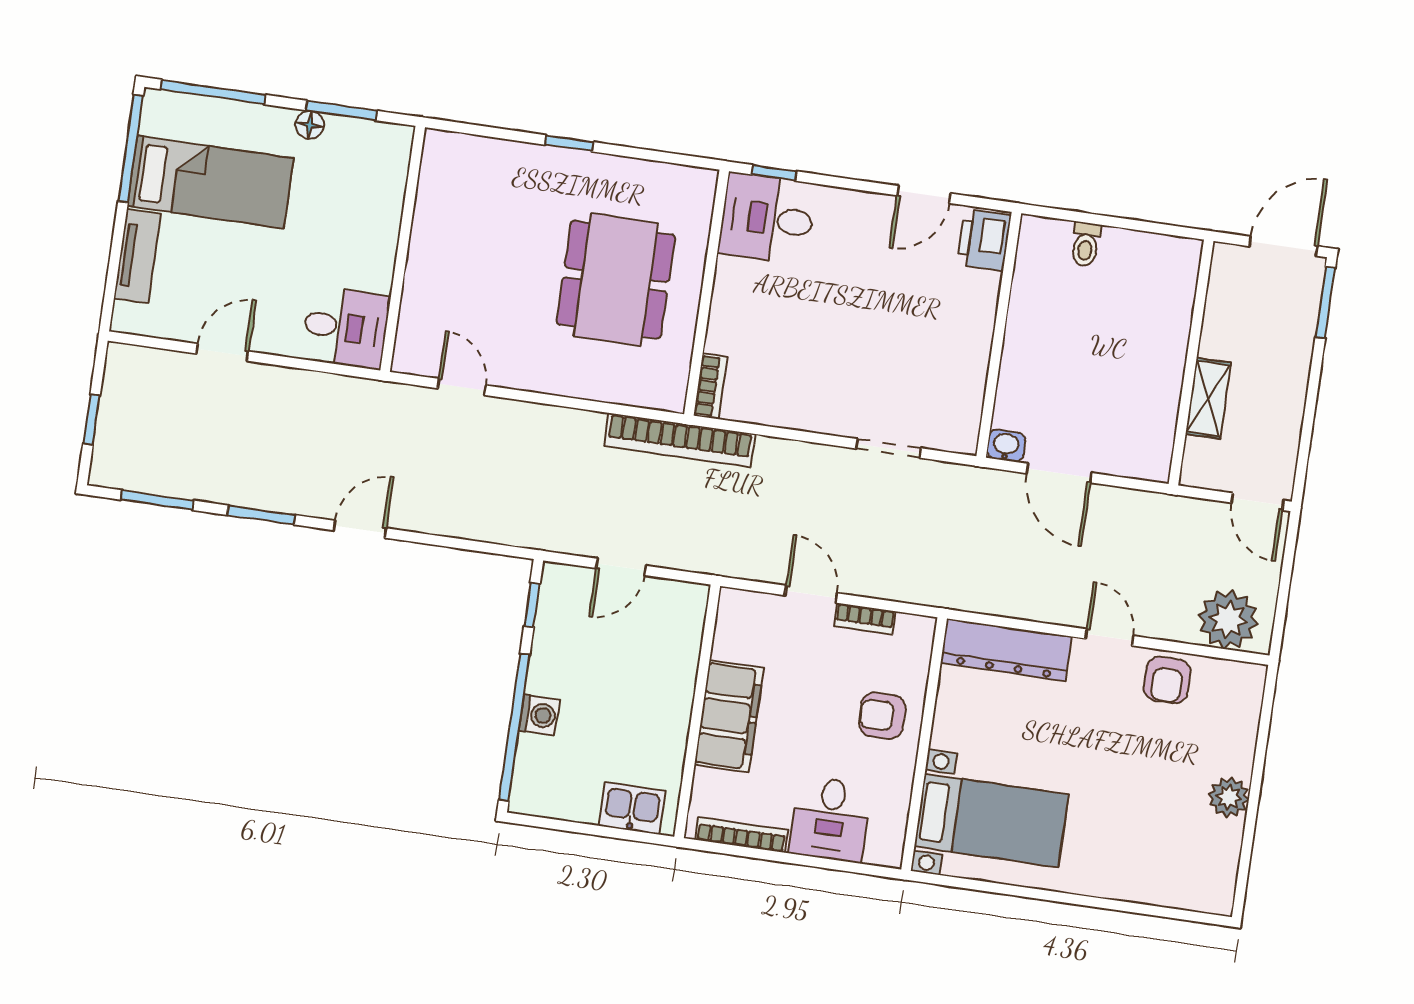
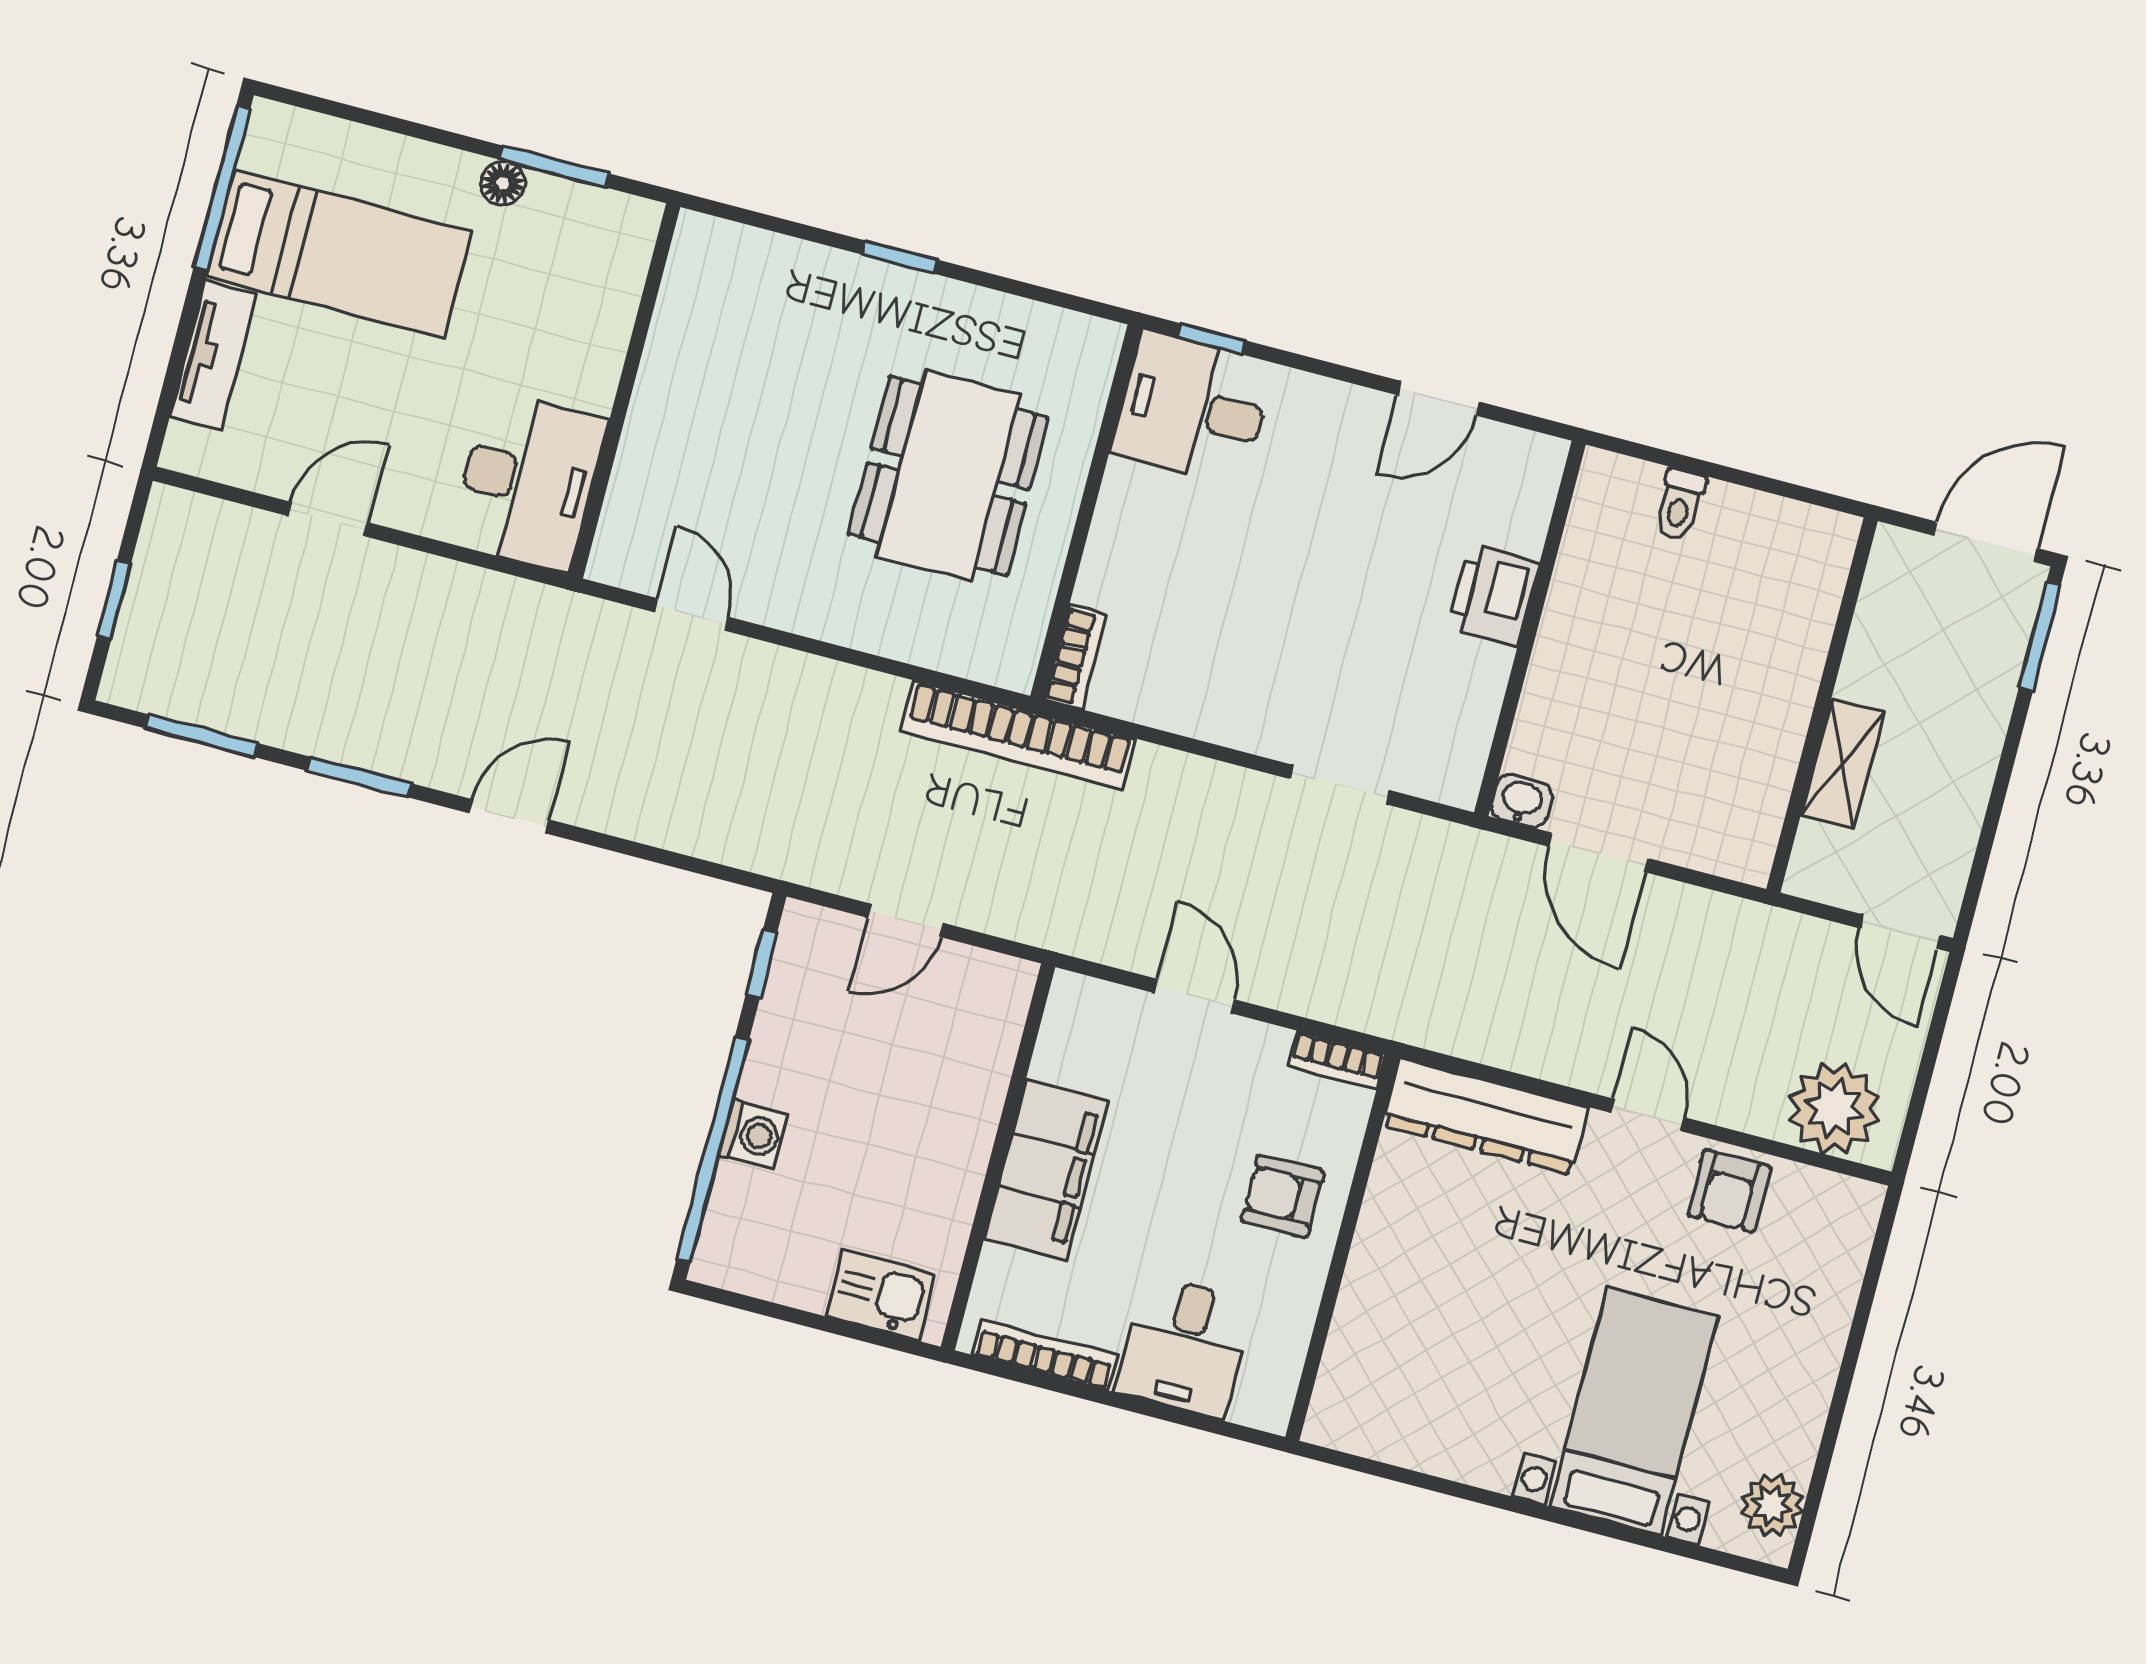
window: (213, 92) -> (359, 115), removed
printer: (984, 240) -> (1493, 595), moved
desk: (346, 327) -> (528, 481), width x1.37
bookcase: (865, 619) -> (1337, 1060), moved
plant: (1229, 797) -> (1772, 1505), moved
bed with nightstands: (991, 820) -> (1634, 1411), moved, turned -90

